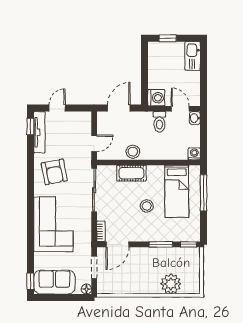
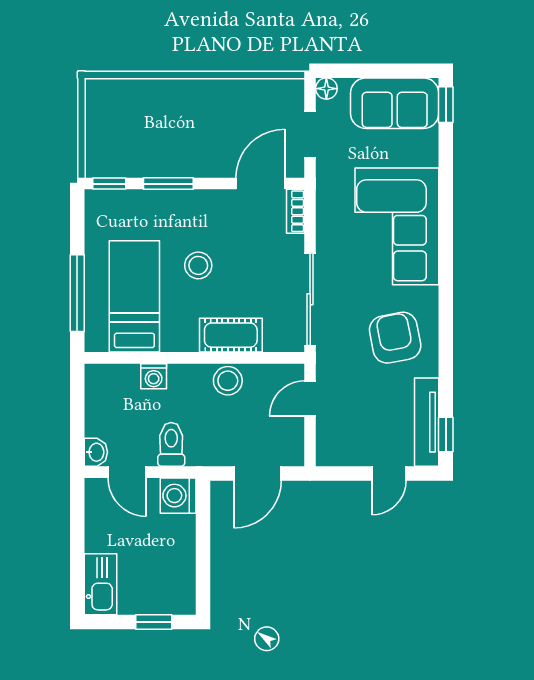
washing machine: (194, 154) -> (154, 376), moved
plant: (171, 284) -> (147, 99), removed

